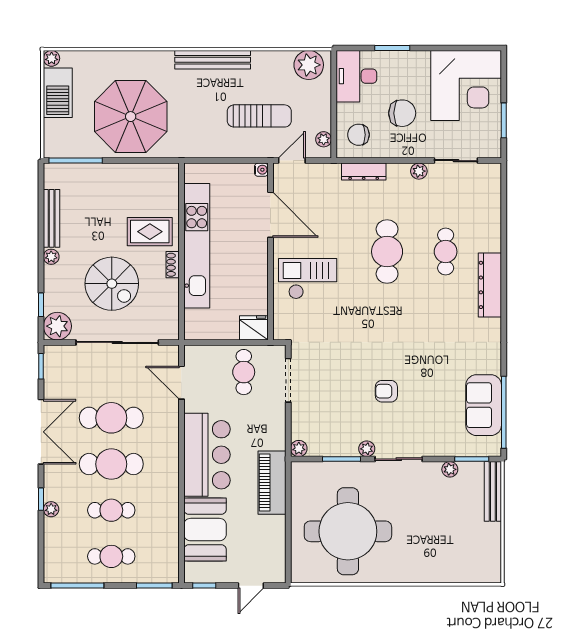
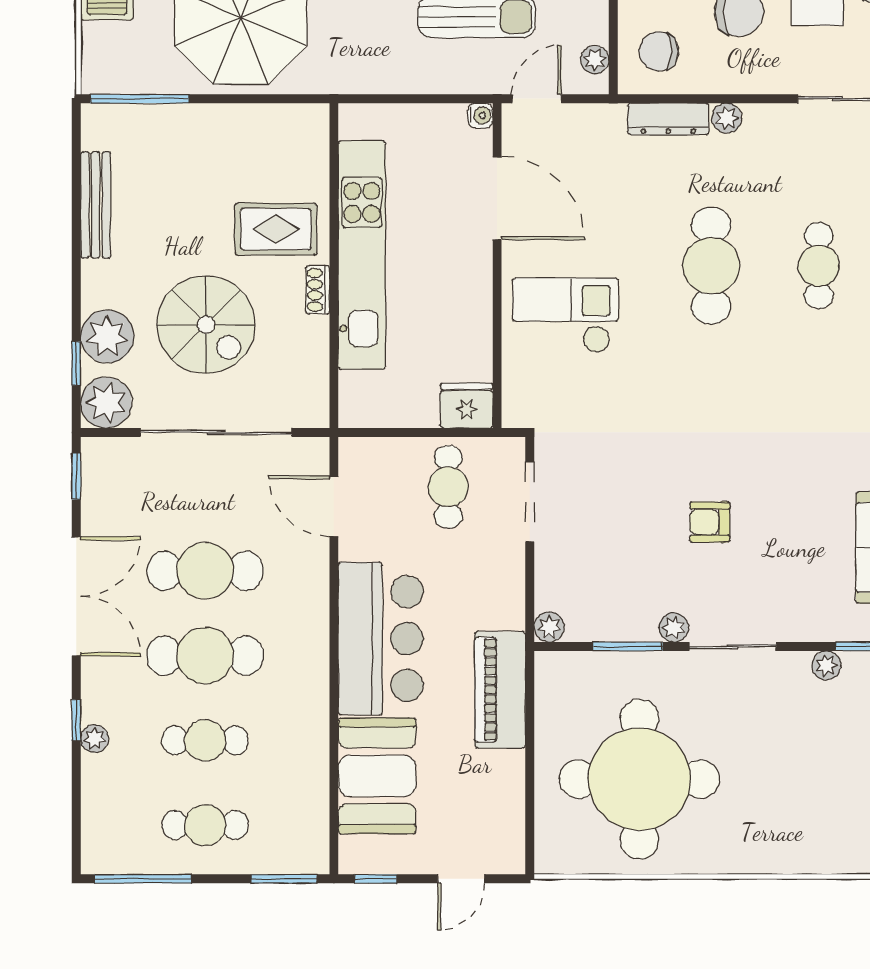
plant: (419, 171) -> (727, 118), moved
plant: (51, 257) -> (107, 336), moved, width x1.88, depth x1.88

